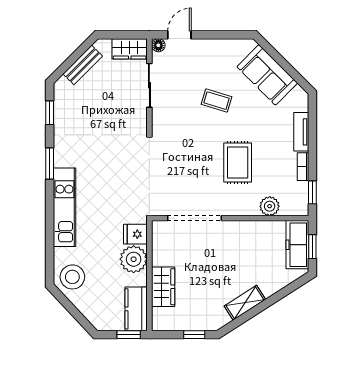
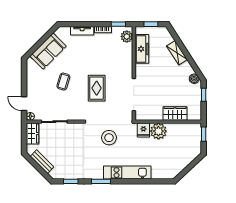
rug: (238, 162) -> (97, 88), moved, turned 90
plant: (270, 206) -> (127, 36), moved
freezer: (297, 245) -> (142, 49), moved, turned -90
stool: (72, 277) -> (109, 138), moved
shelving: (245, 303) -> (177, 53), moved
kitchen counter: (136, 309) -> (188, 130), removed
boiler: (221, 319) -> (194, 79), added

